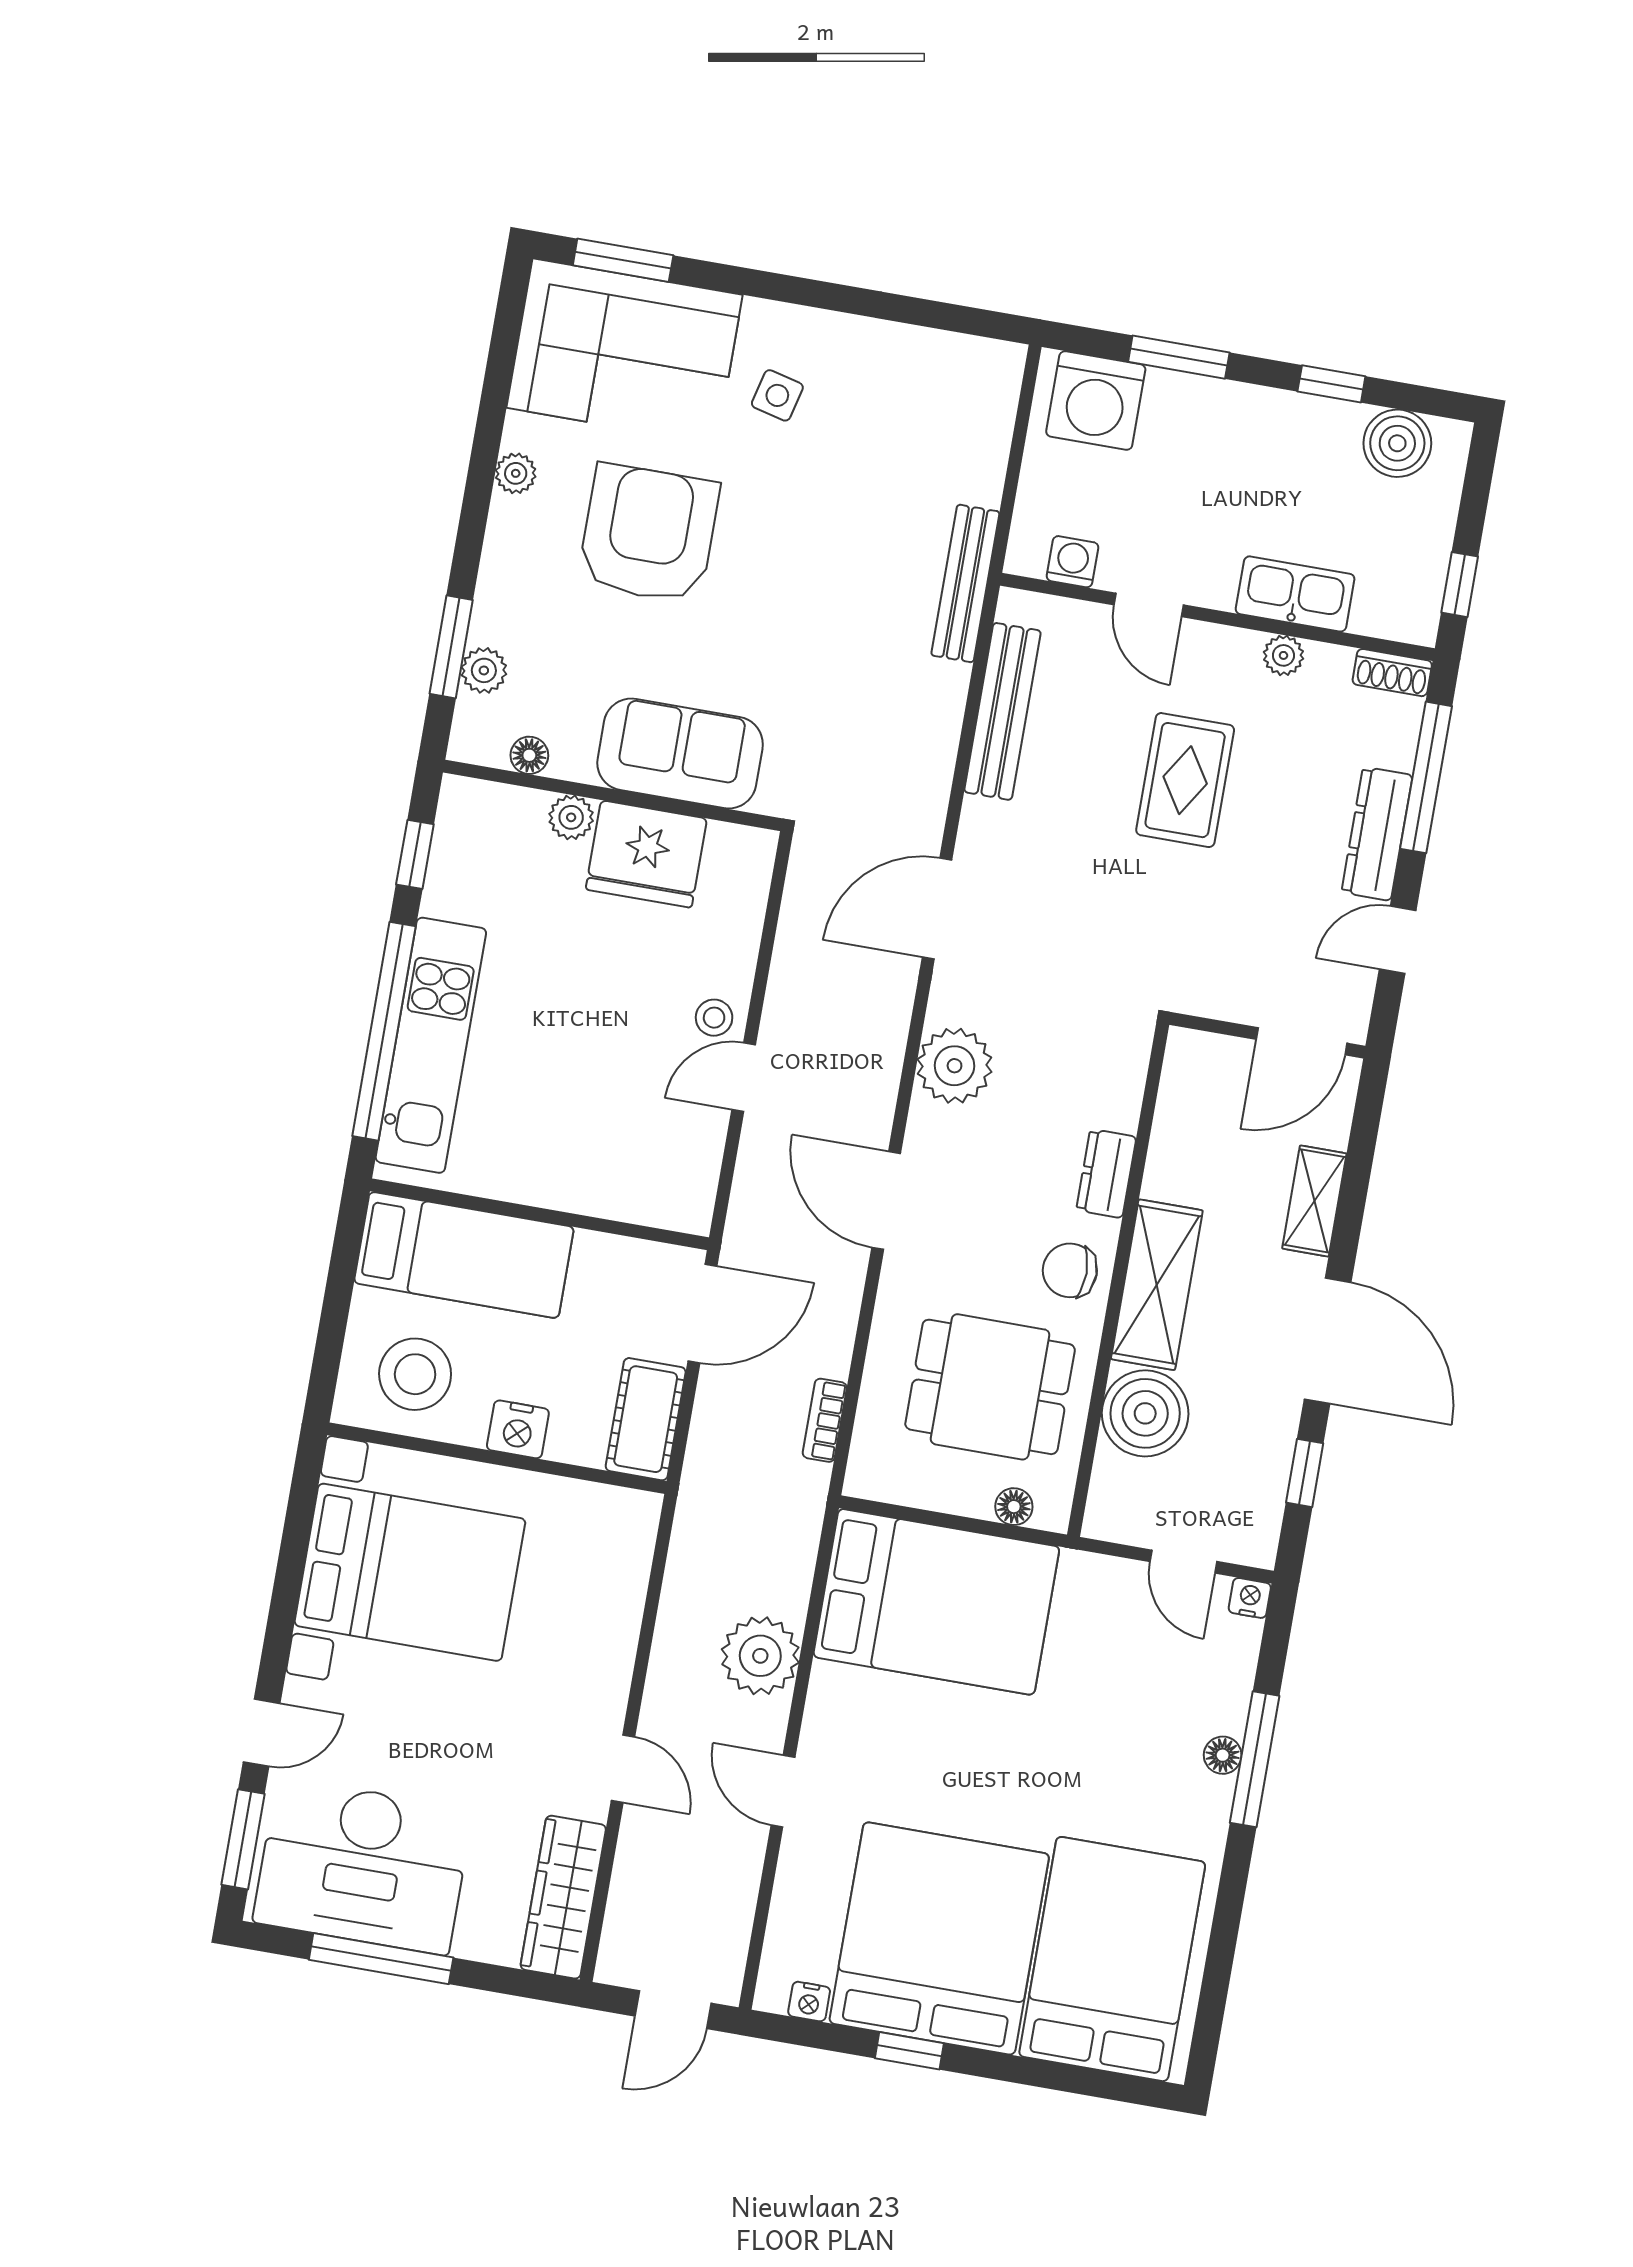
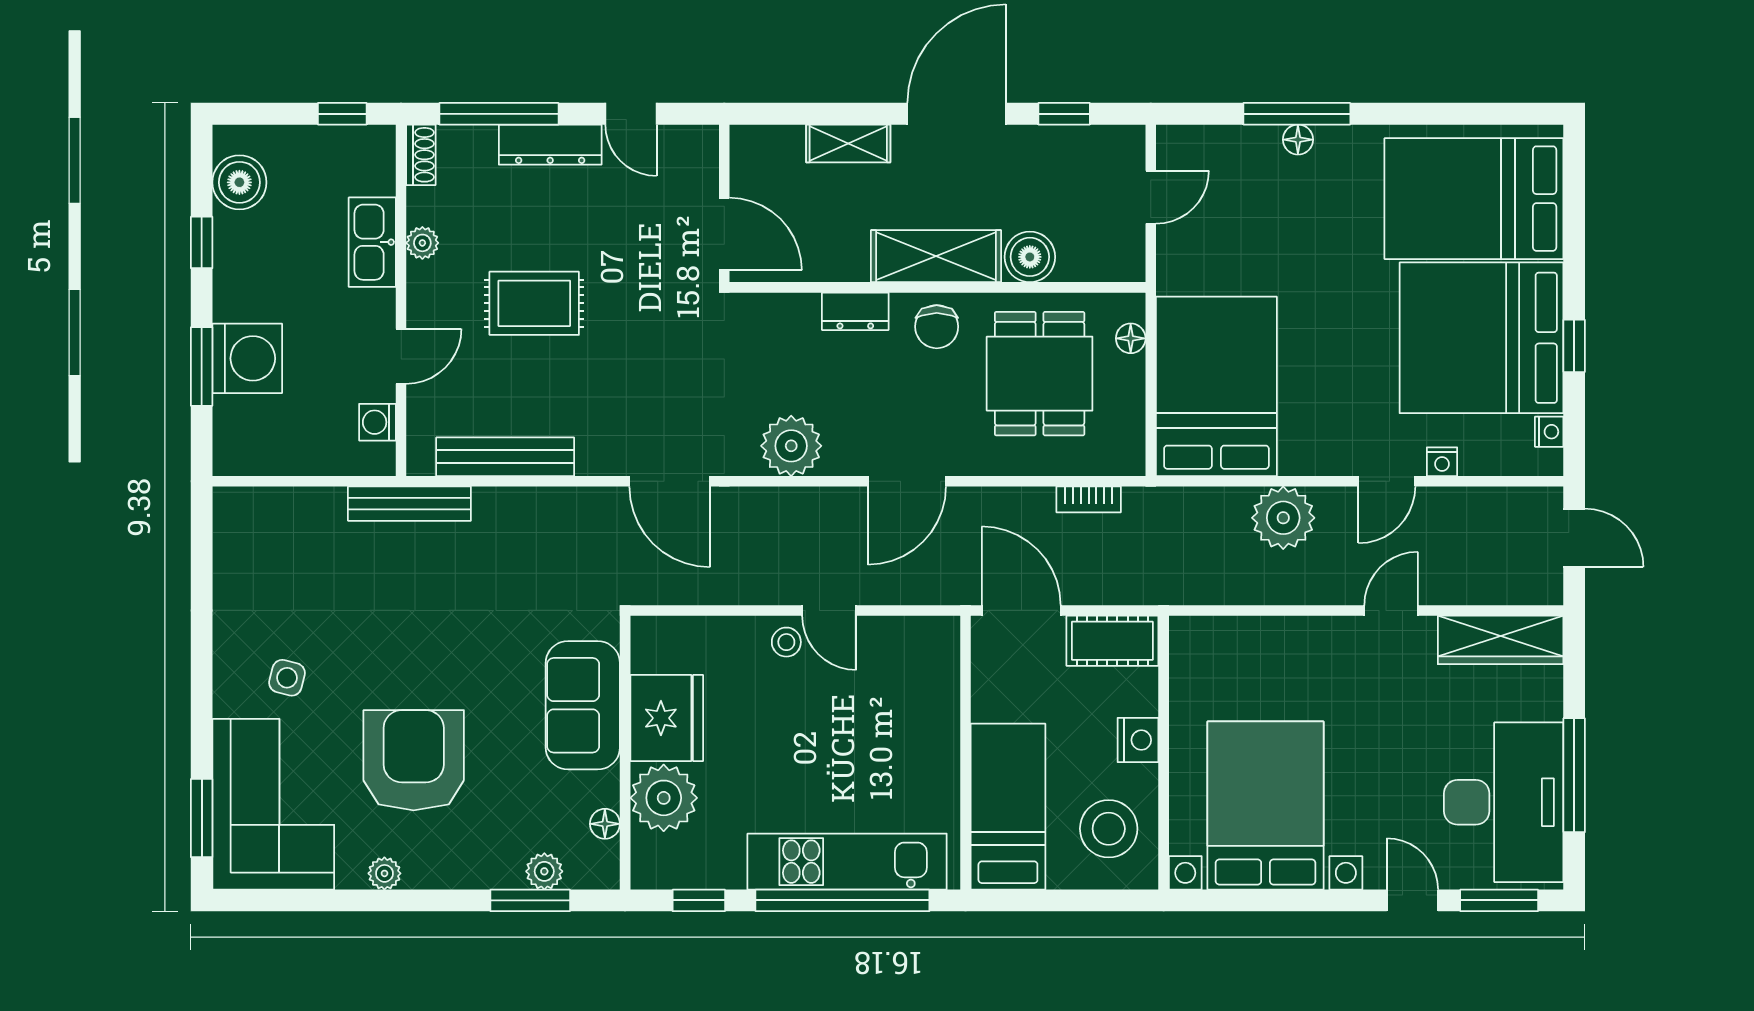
washing machine: (1096, 401) -> (247, 358), moved
armchair: (649, 534) -> (414, 760), turned 90
plant: (571, 817) -> (664, 798), width x1.88, depth x1.88
door: (1302, 1041) -> (724, 234), moved
boiler: (1145, 1413) -> (1030, 257), width x0.73, depth x0.73
nightstand: (1250, 1598) -> (1442, 462), moved, turned -90

